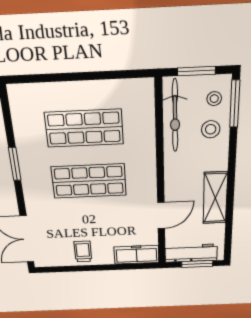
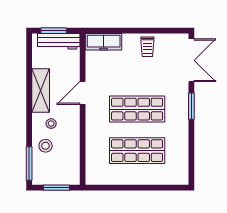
stool: (214, 99) -> (51, 124), moved
bicycle: (175, 116) -> (71, 157), removed
window: (15, 164) -> (191, 106), moved
door: (161, 215) -> (83, 93), moved

